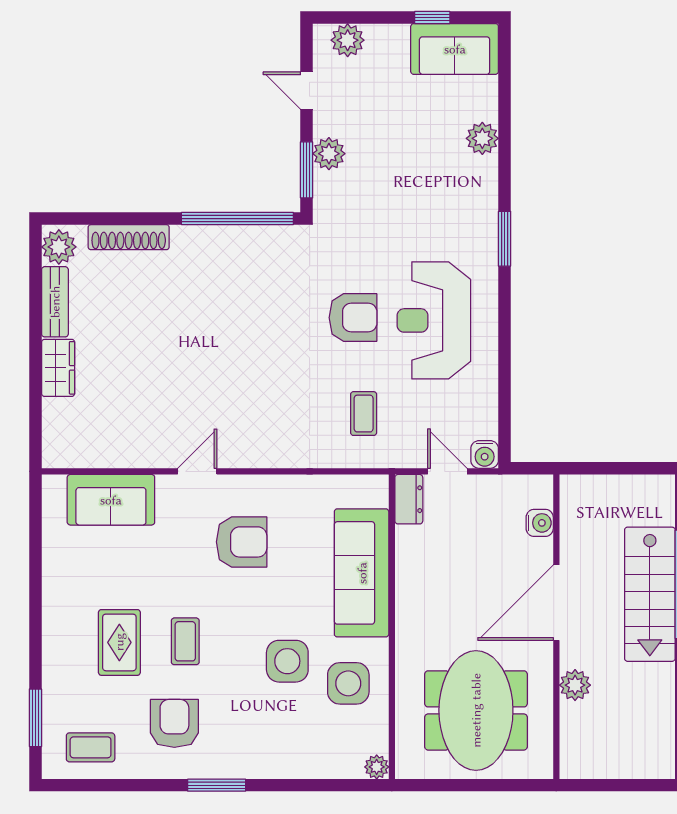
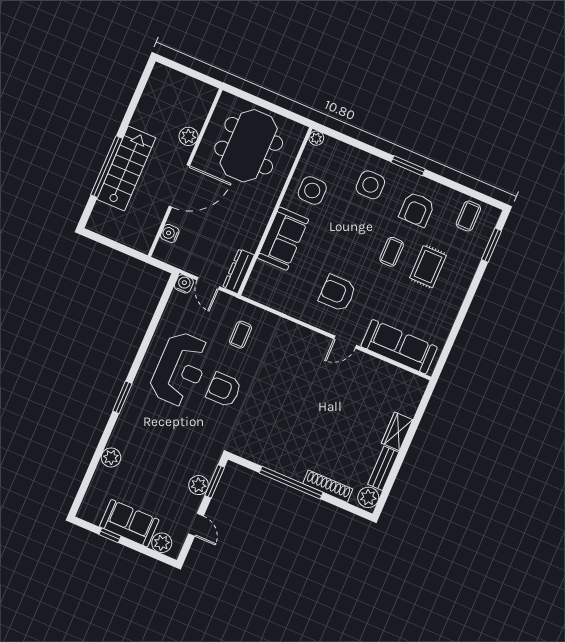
sofa: (455, 49) -> (129, 523), moved
window: (237, 219) -> (291, 483), moved
dresser: (409, 499) -> (238, 271), width x1.44
sofa: (111, 500) -> (399, 347), width x1.36
sofa: (362, 573) -> (283, 239), width x0.73
side table: (287, 661) -> (370, 185), moved
coffee table: (91, 747) -> (468, 216), turned 90

